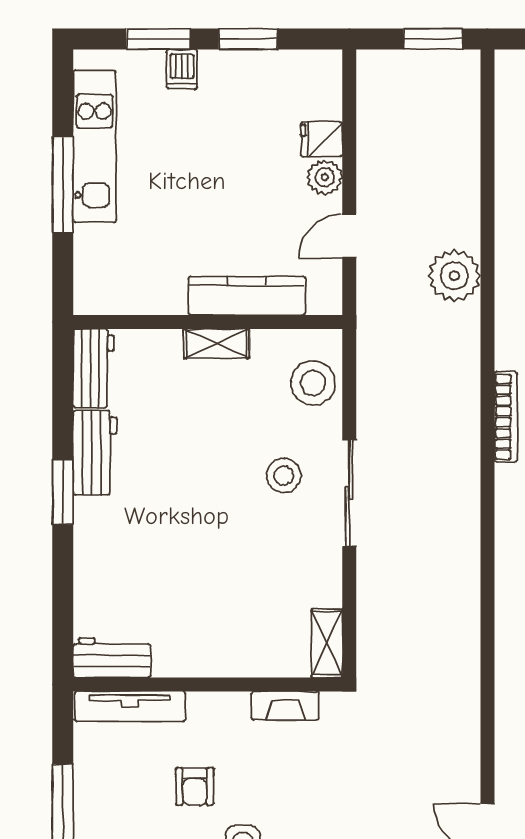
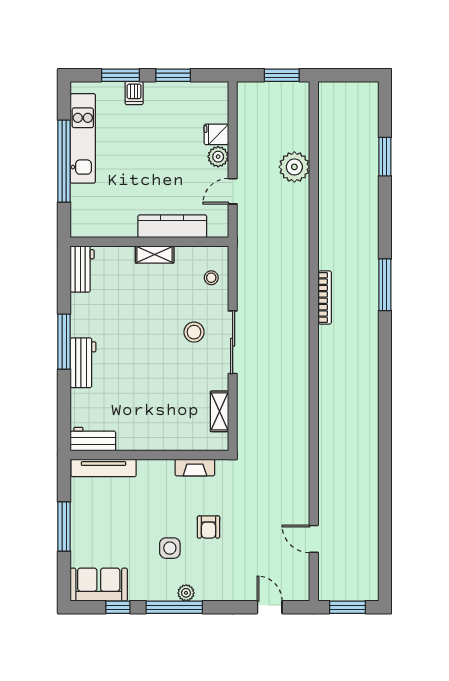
window: (63, 185) -> (64, 161), width x1.46
plant: (454, 276) -> (294, 167), moved
stool: (313, 383) -> (211, 278), width x0.53, depth x0.53
workbench: (95, 453) -> (83, 363), moved
window: (63, 492) -> (64, 342), width x1.44
shelving: (327, 643) -> (219, 411), moved
armchair: (195, 786) -> (209, 527), moved

